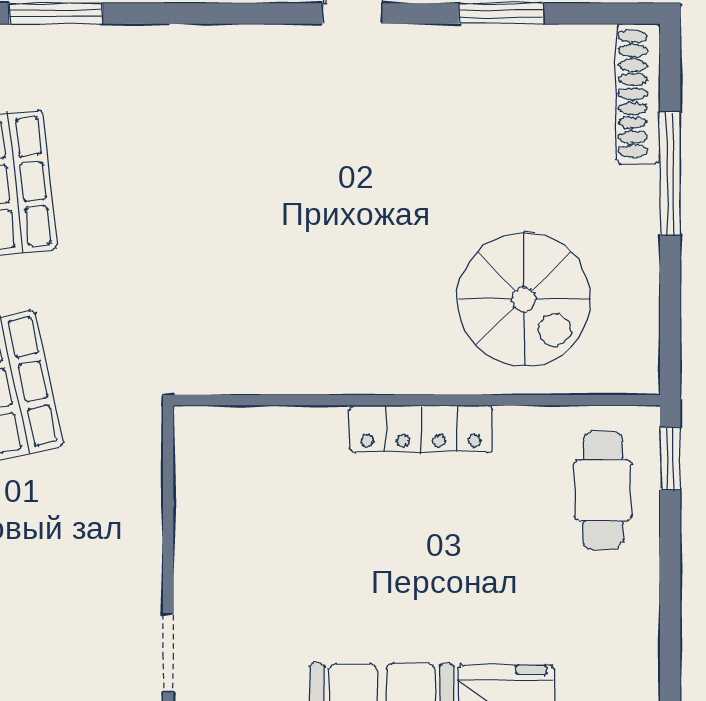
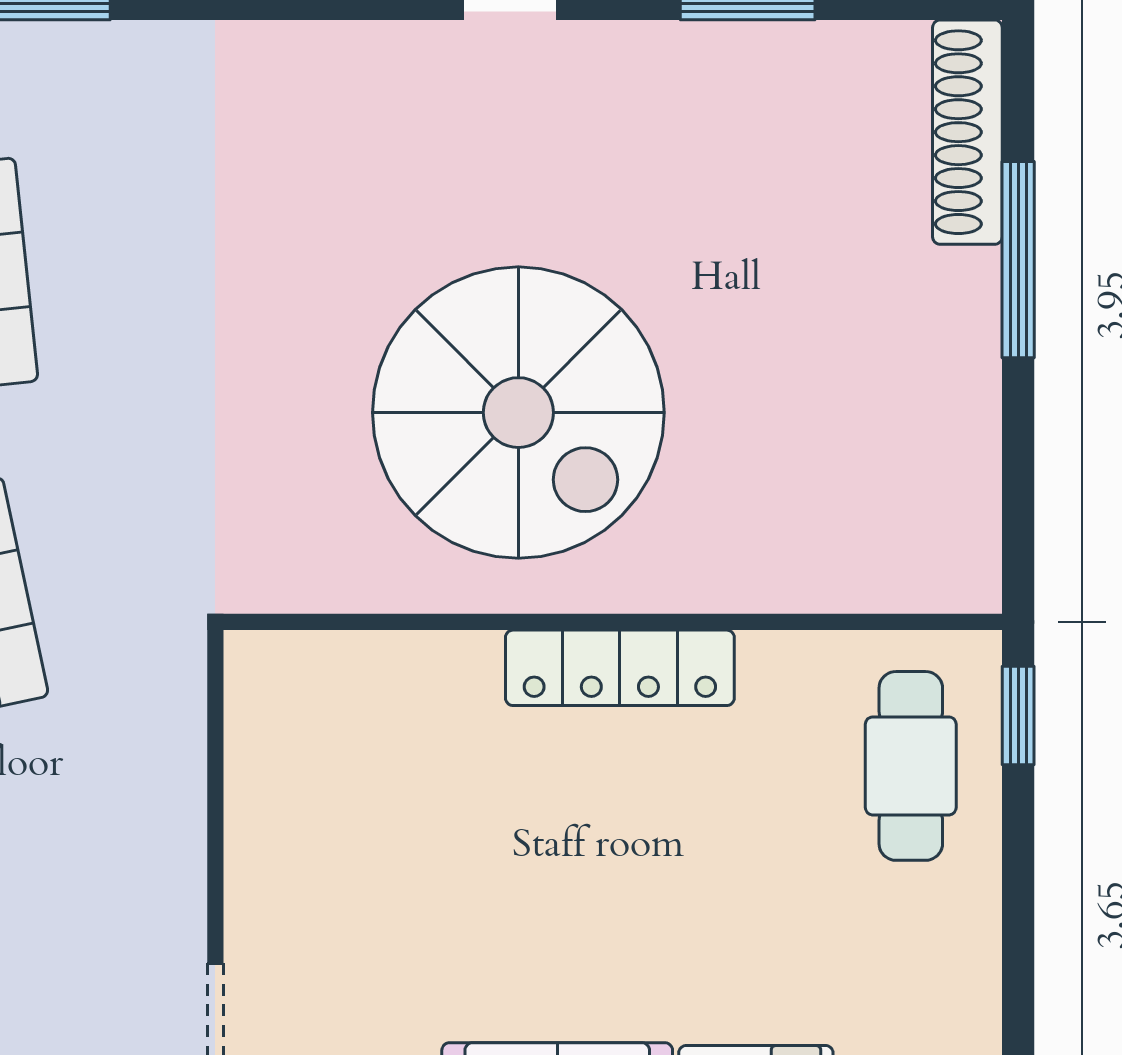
spiral stairs: (524, 299) -> (518, 413), moved, width x1.37, depth x1.37

